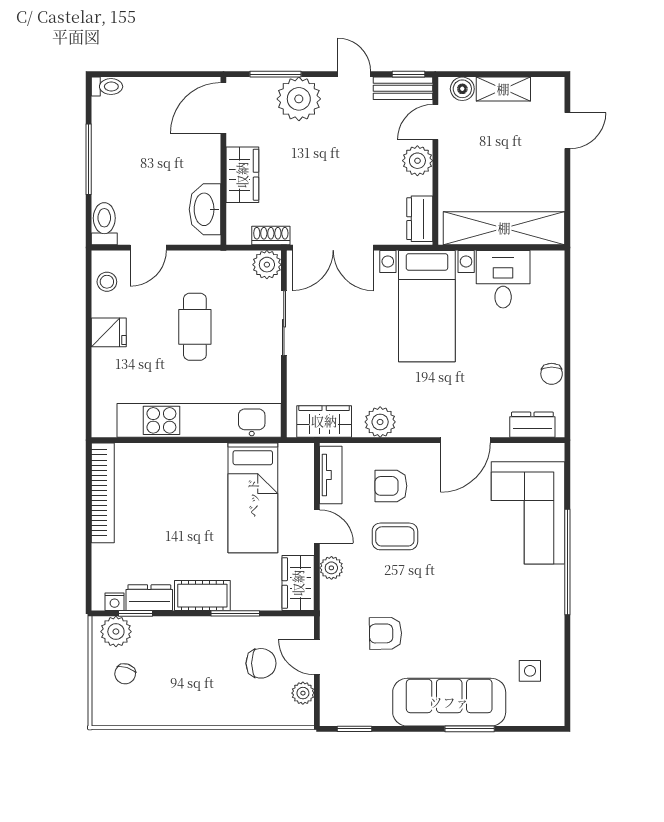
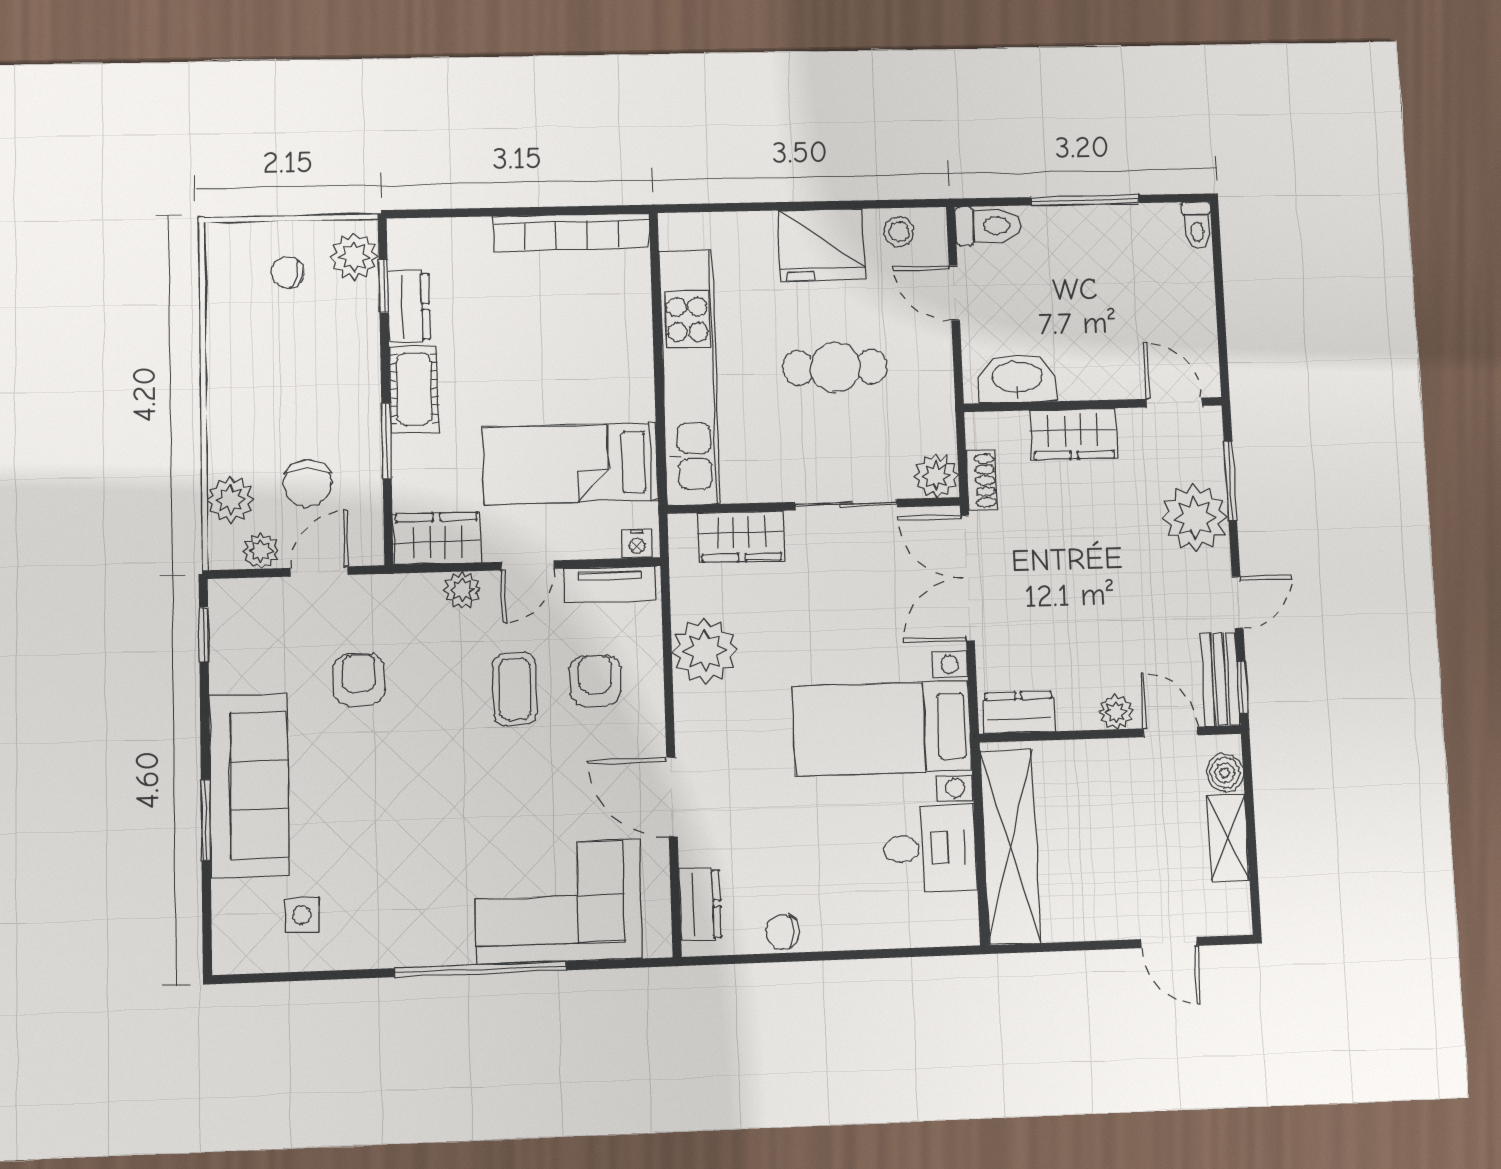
door: (223, 108) -> (1174, 402), width x0.73
plant: (417, 161) -> (1116, 712), width x0.73, depth x0.73
fridge: (109, 332) -> (821, 245), width x1.88, depth x1.34
wardrobe: (324, 421) -> (741, 537), moved, turned 90
plant: (380, 422) -> (705, 651), width x1.36, depth x1.36
nightstand: (115, 602) -> (637, 544), moved, turned -90
plant: (270, 712) -> (230, 500), added

